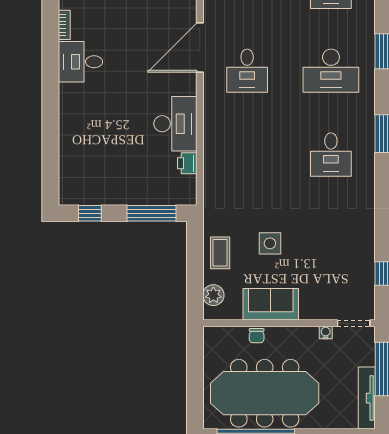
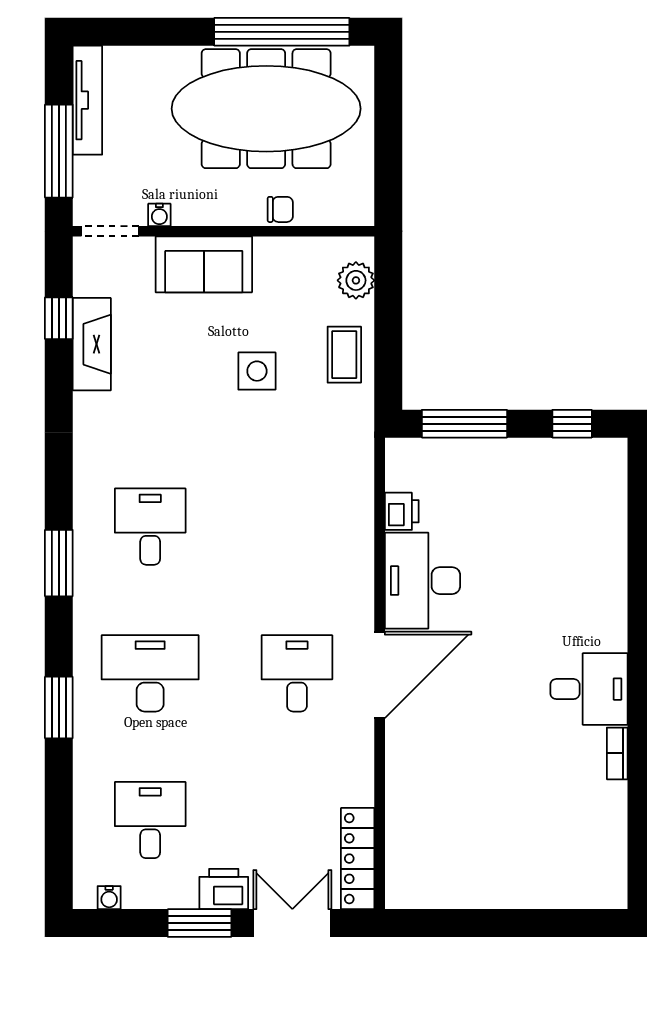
door: (200, 47) -> (380, 675), moved
fireplace: (364, 259) -> (92, 344), added
sofa: (271, 304) -> (204, 264), moved
chair: (257, 336) -> (280, 209), turned 90

